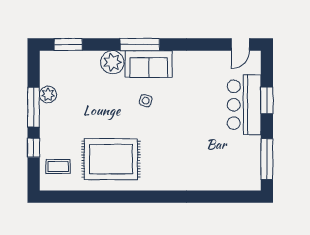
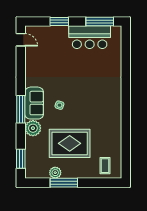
bar counter: (244, 105) -> (90, 37), moved
window: (34, 148) -> (92, 183), removed
rug: (111, 159) -> (70, 143), moved, turned 90

